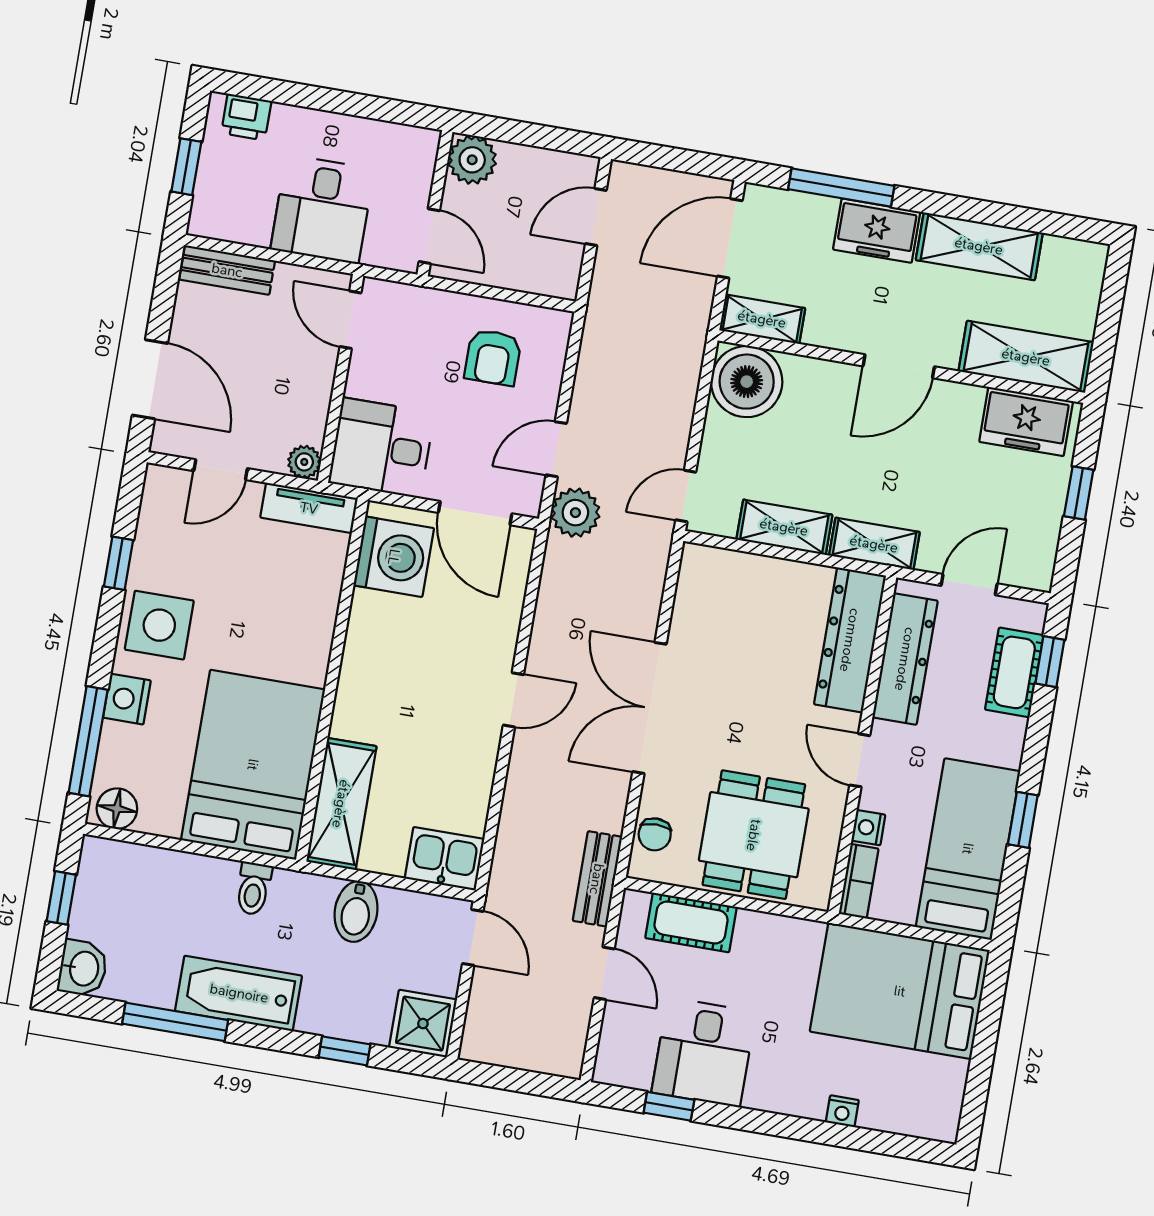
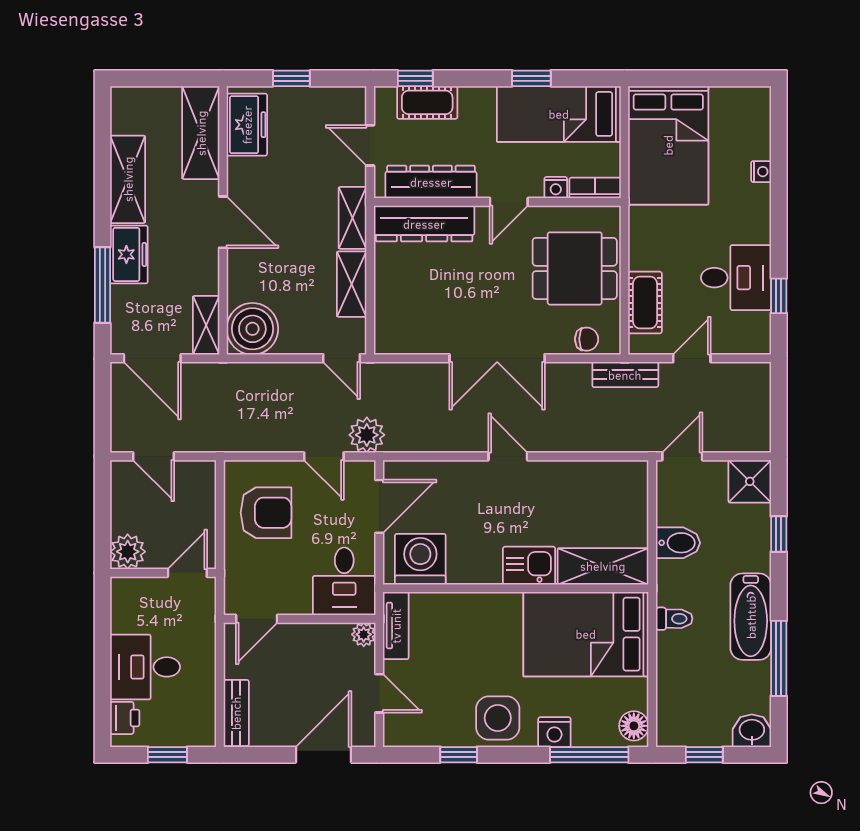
desk: (322, 209) -> (145, 667), moved, turned 180
armchair: (493, 357) -> (266, 513), width x1.38, depth x1.38
kitchen sink: (444, 859) -> (529, 566), moved, turned 90

